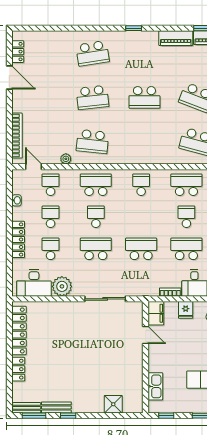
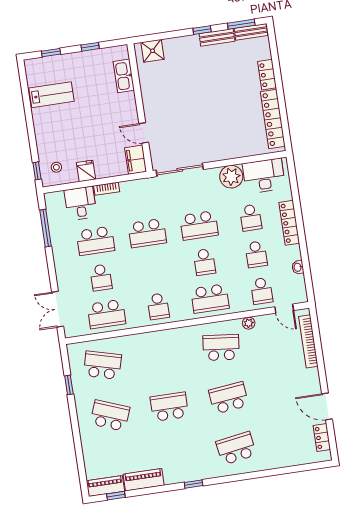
filing cabinet: (156, 313) -> (136, 160), moved
door: (145, 335) -> (144, 133), moved
wall: (145, 357) -> (140, 108), moved
kitchen sink: (155, 386) -> (124, 76), moved

